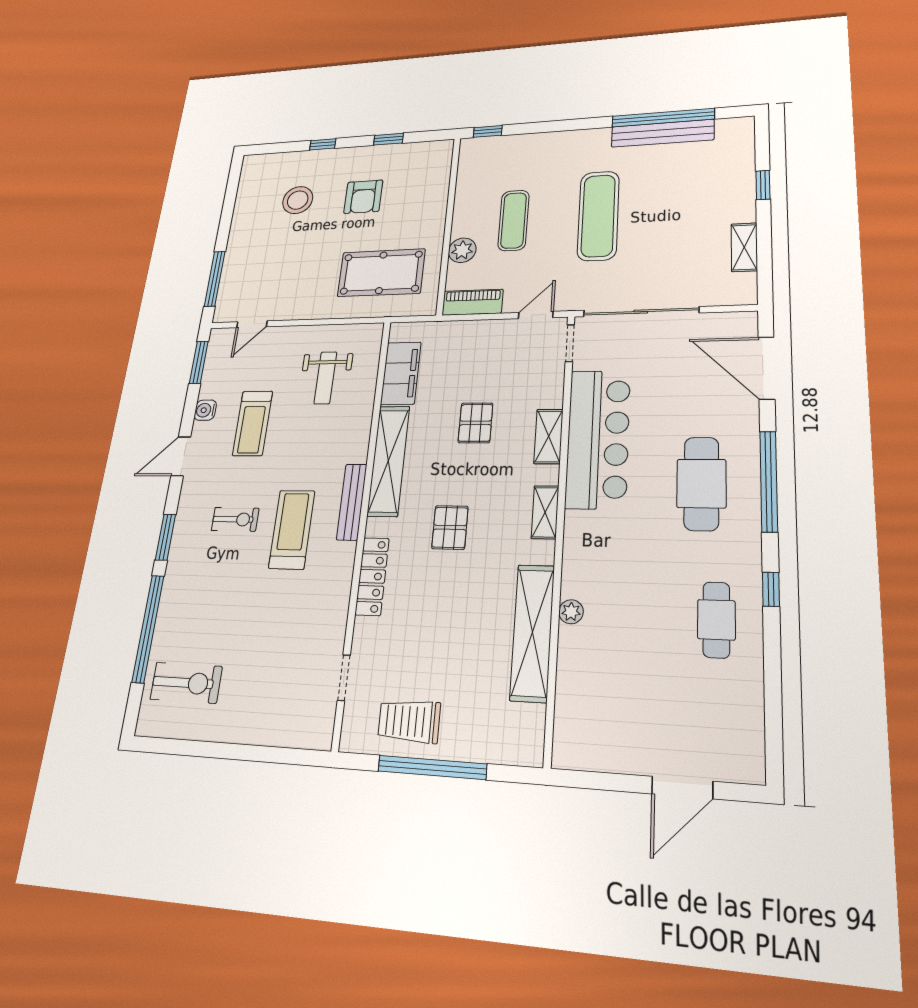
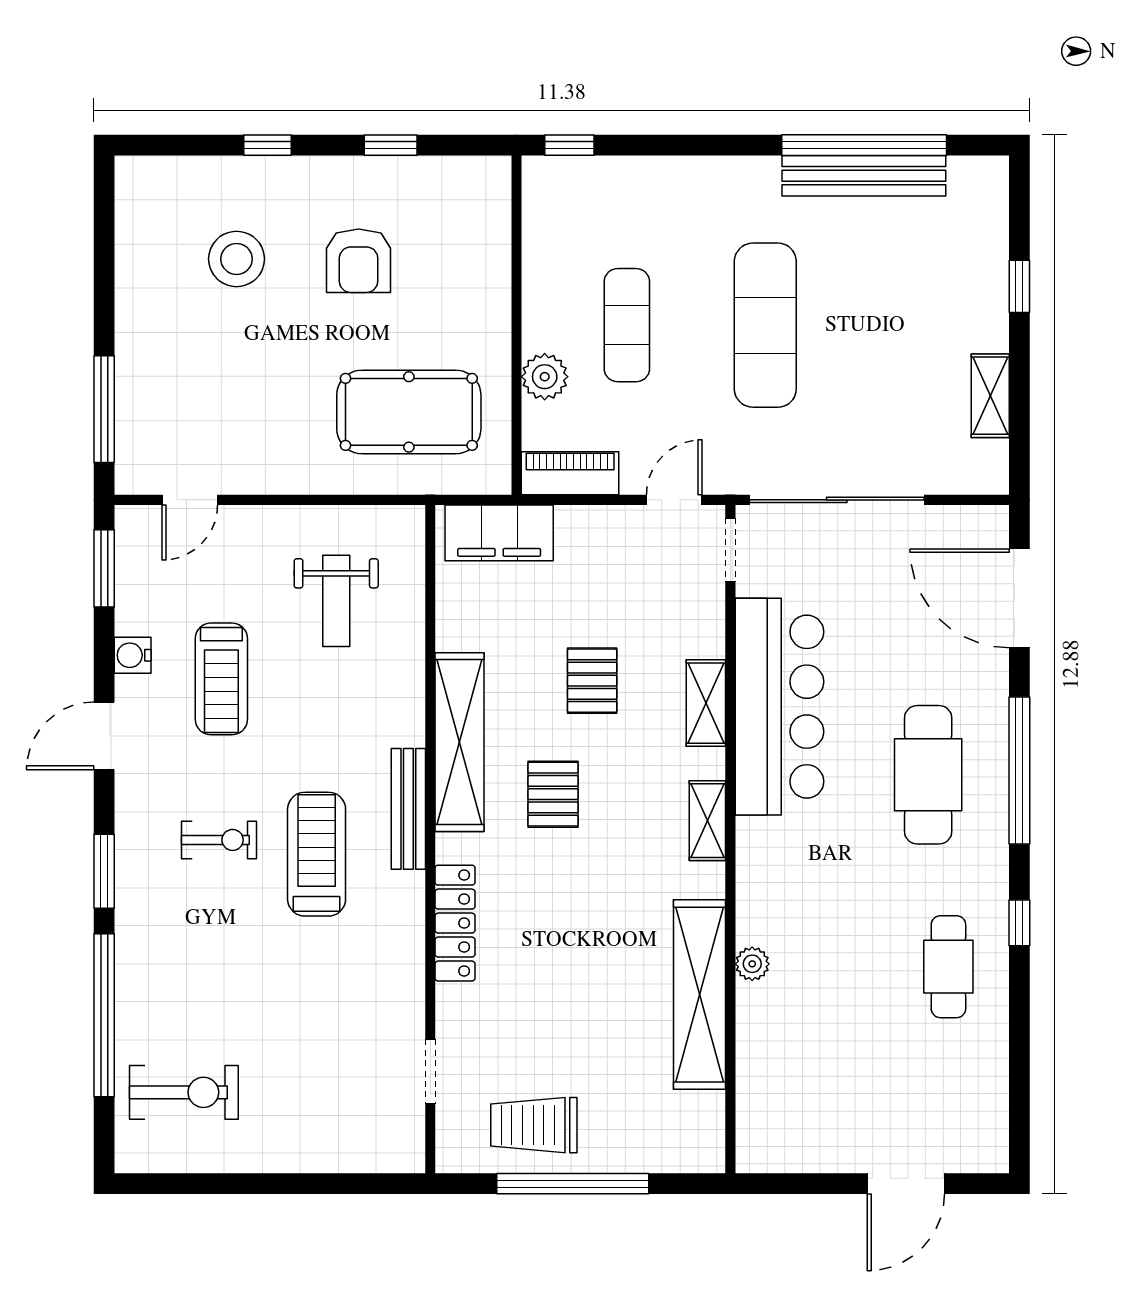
filing cabinet: (401, 373) -> (499, 533), moved, turned 90
pallet: (450, 527) -> (553, 794), moved

